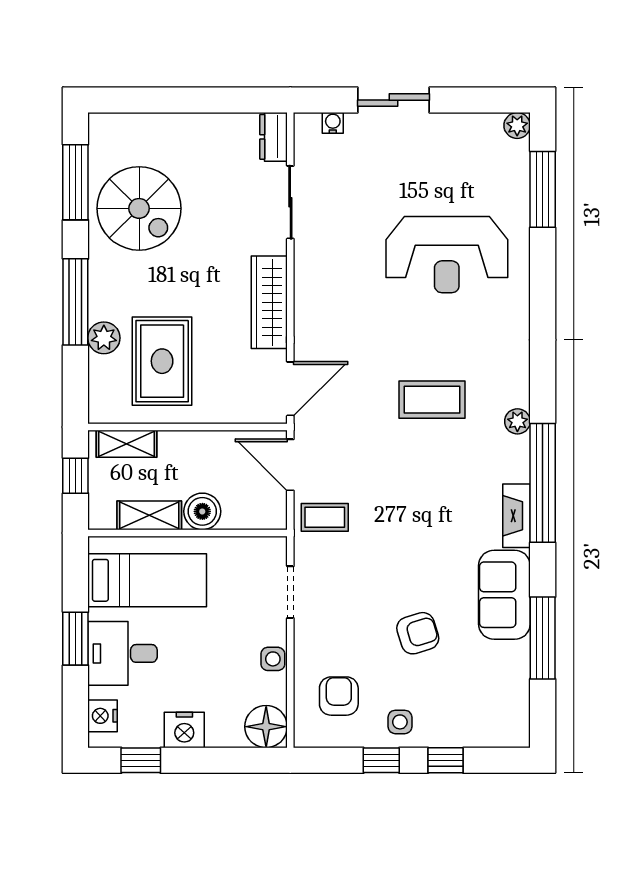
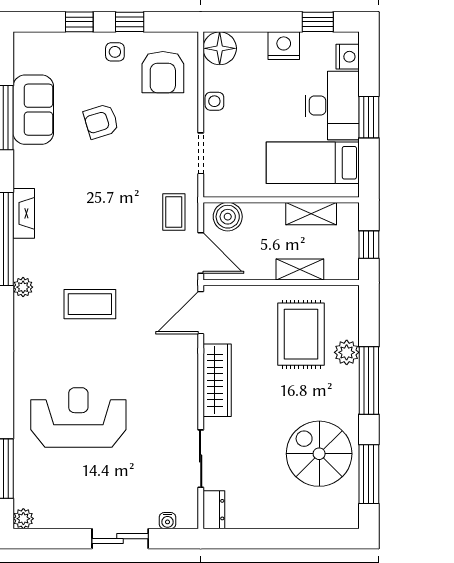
shelving: (126, 444) -> (300, 270), moved
boiler: (202, 511) -> (228, 217), moved
coffee table: (325, 517) -> (174, 212), turned 90
sofa: (504, 595) -> (33, 110), moved
desk: (122, 653) -> (332, 106), width x1.37
armchair: (339, 696) -> (163, 72), width x1.38, depth x1.38

